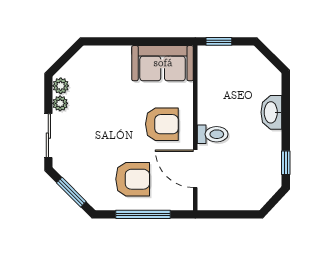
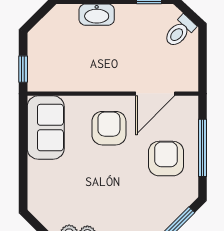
toilet: (213, 134) -> (180, 31), moved, turned -137

